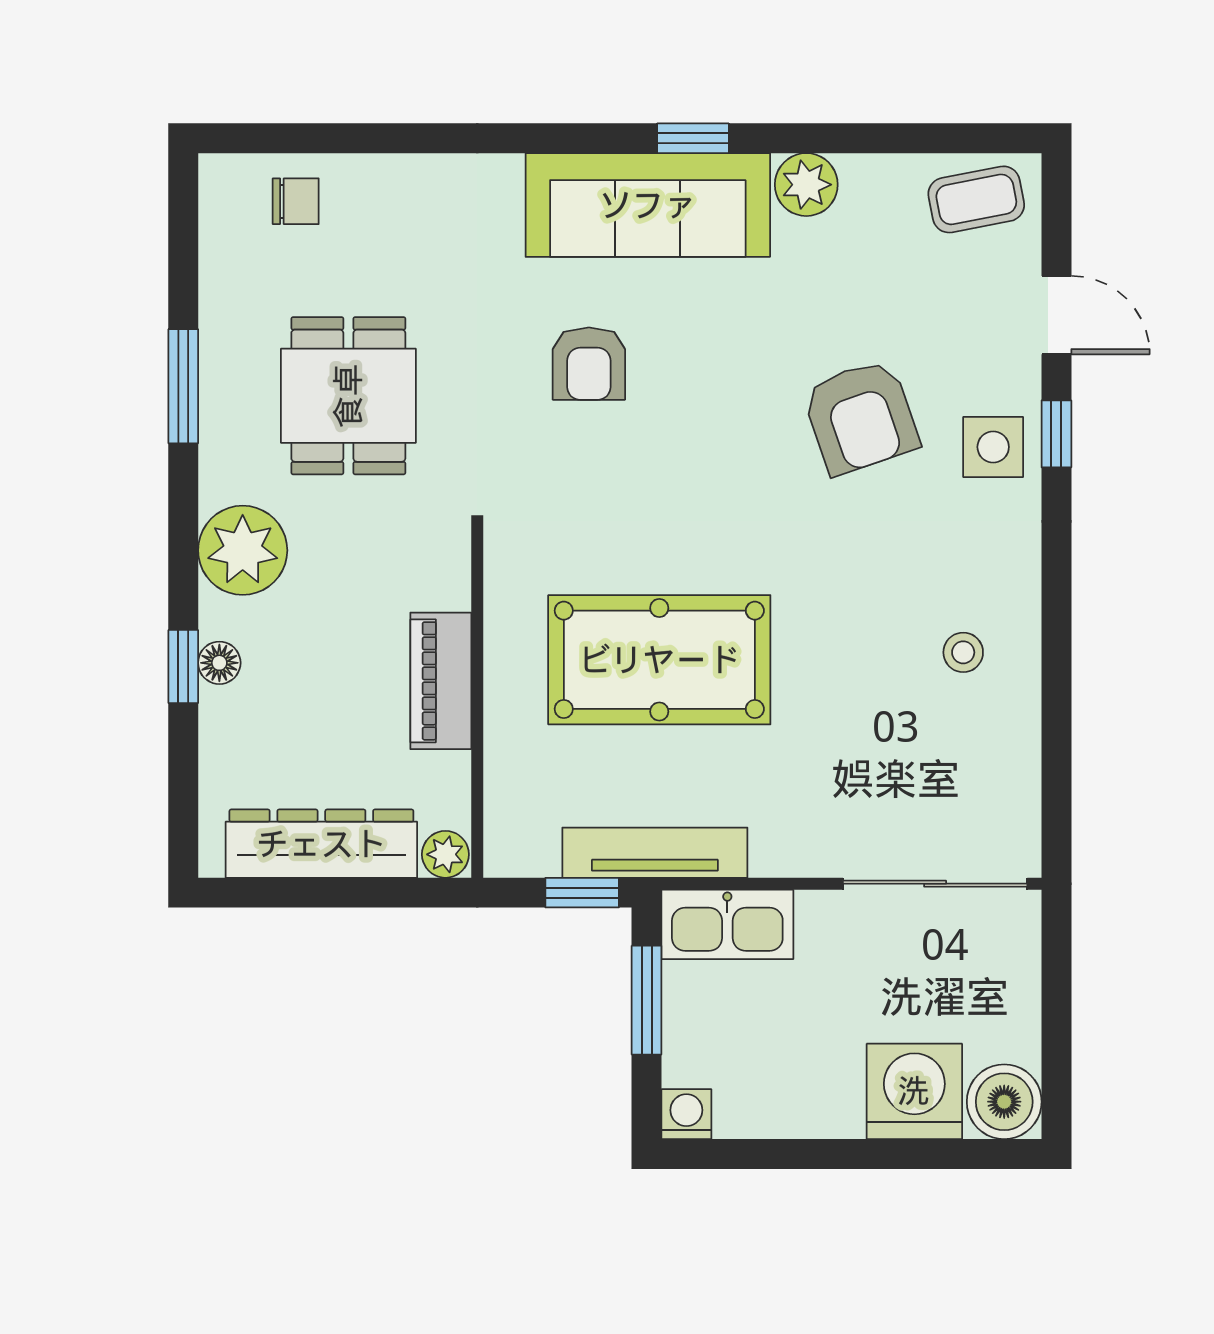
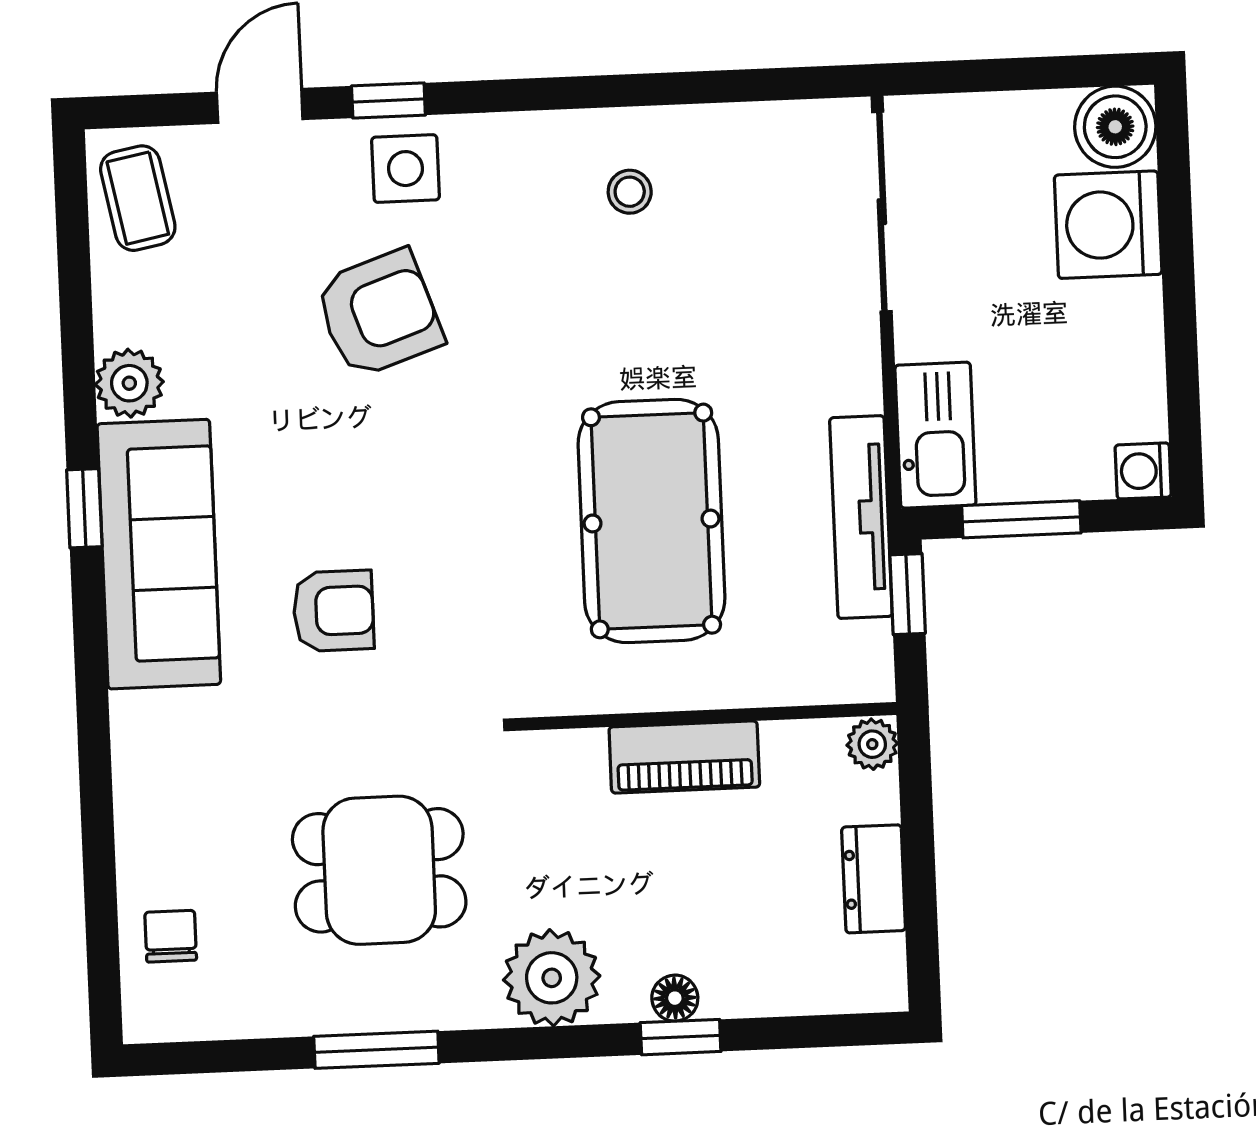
dresser: (321, 844) -> (874, 879), width x0.51, depth x0.80

